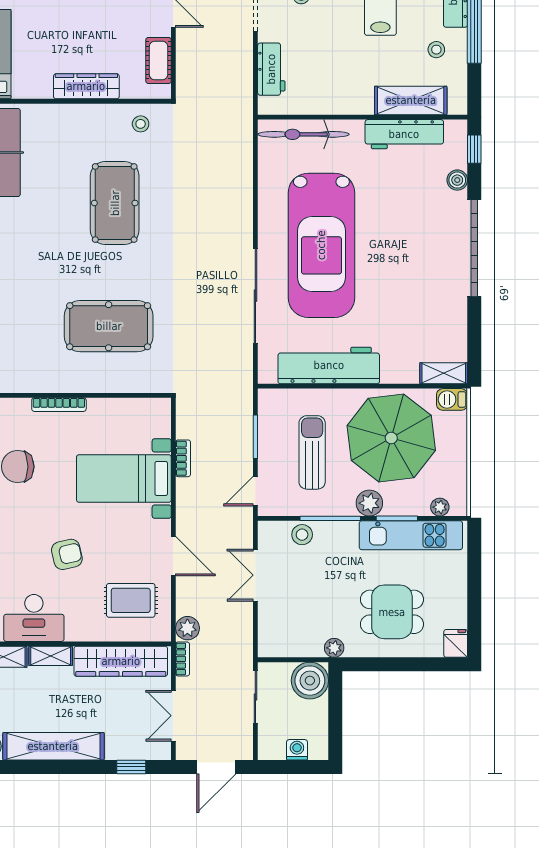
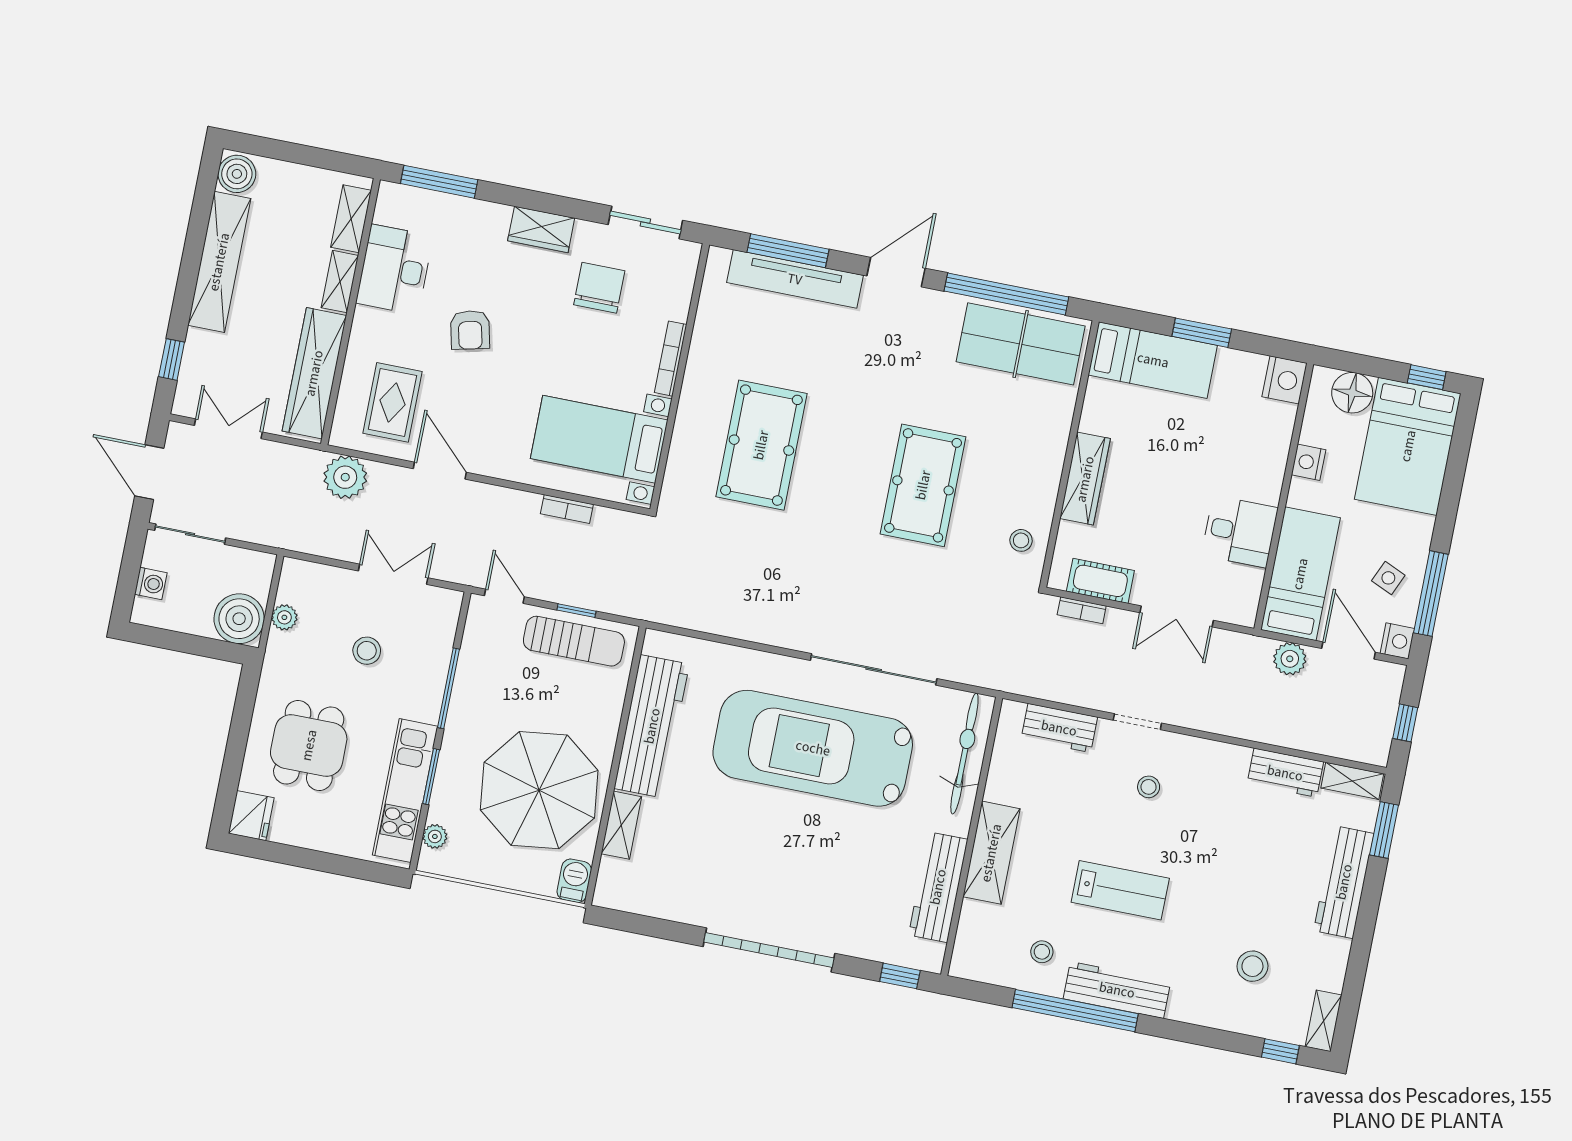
shelving: (411, 100) -> (991, 853), moved
boiler: (457, 180) -> (864, 945), removed
pool table: (115, 203) -> (923, 485), turned 90
sliding door: (255, 296) -> (874, 669), moved
shelving: (444, 373) -> (621, 825), moved
window: (255, 437) -> (576, 611), width x0.67
sun lounger: (312, 452) -> (574, 641), moved
bed with nightstands: (124, 478) -> (599, 439), moved, turned -90
plant: (369, 503) -> (459, 744), removed
stool: (302, 535) -> (367, 651), moved
door: (173, 556) -> (440, 471), swing flipped
plant: (187, 628) -> (345, 477), width x1.36, depth x1.36
fridge: (456, 643) -> (251, 816), width x1.38
plant: (334, 648) -> (284, 617), moved
bookcase: (183, 659) -> (1082, 610), moved
sliding door: (255, 697) -> (190, 534), moved

